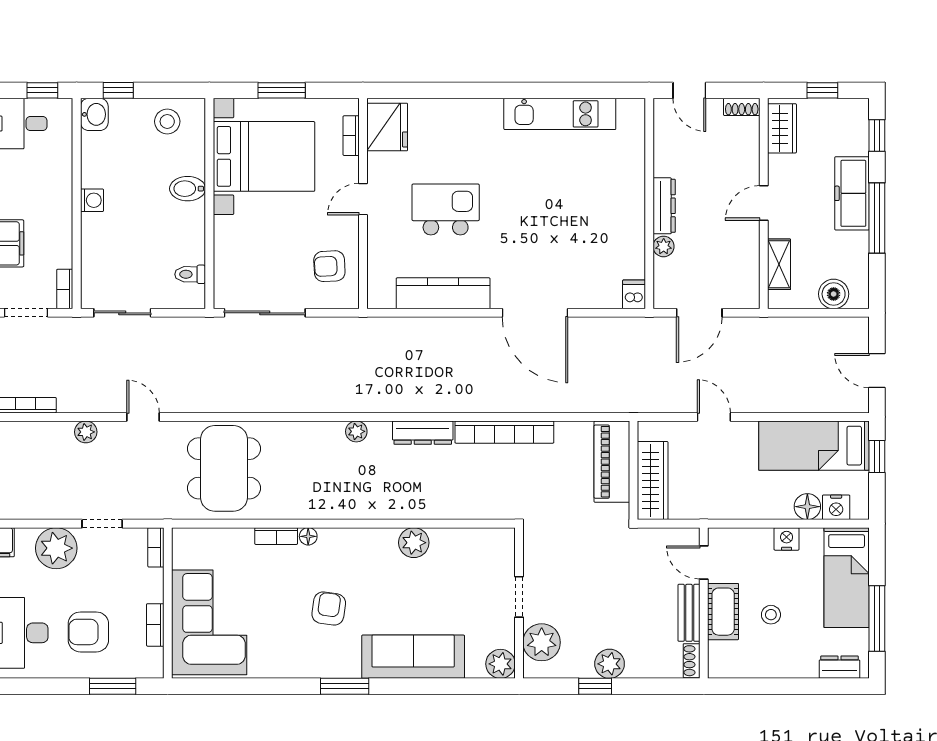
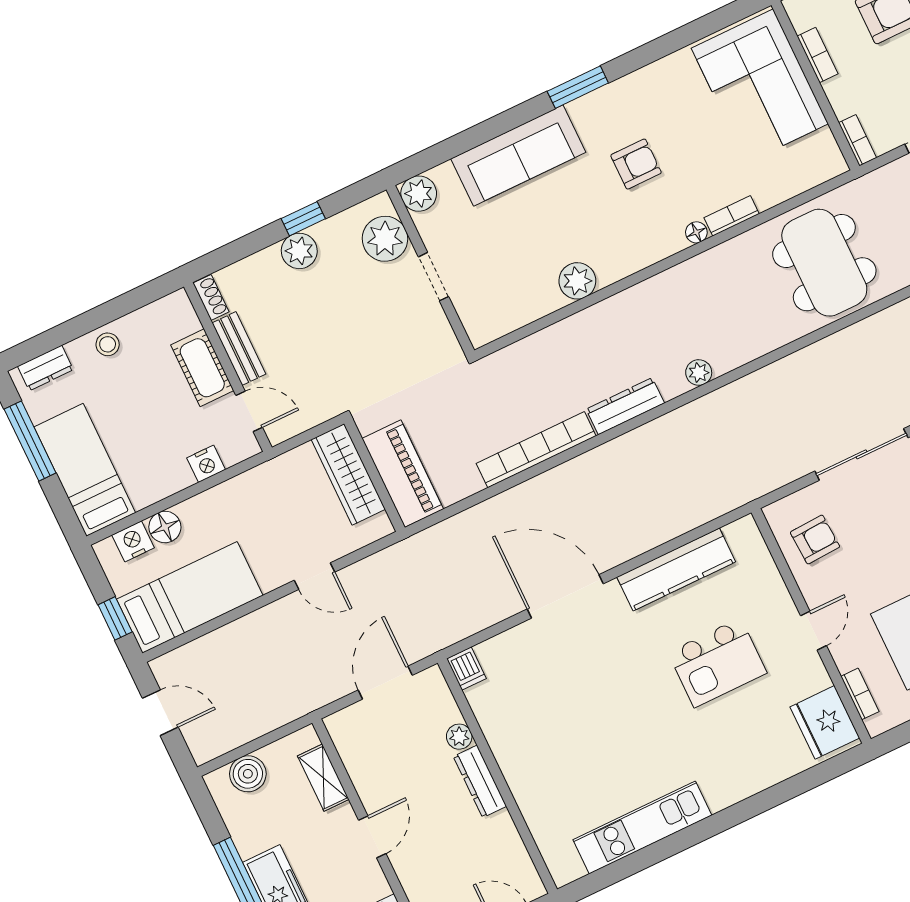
nightstand: (787, 539) -> (206, 464), moved
armchair: (329, 609) -> (636, 164), turned -98
stool: (771, 615) -> (108, 344), moved

